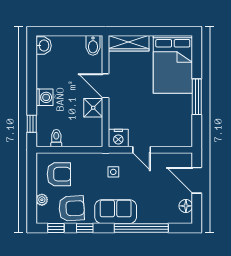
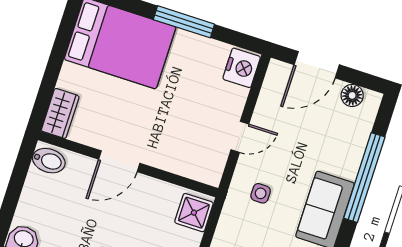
wardrobe: (129, 43) -> (60, 113), width x0.67
shower: (93, 108) -> (194, 213), moved
nightstand: (118, 138) -> (242, 68), moved

